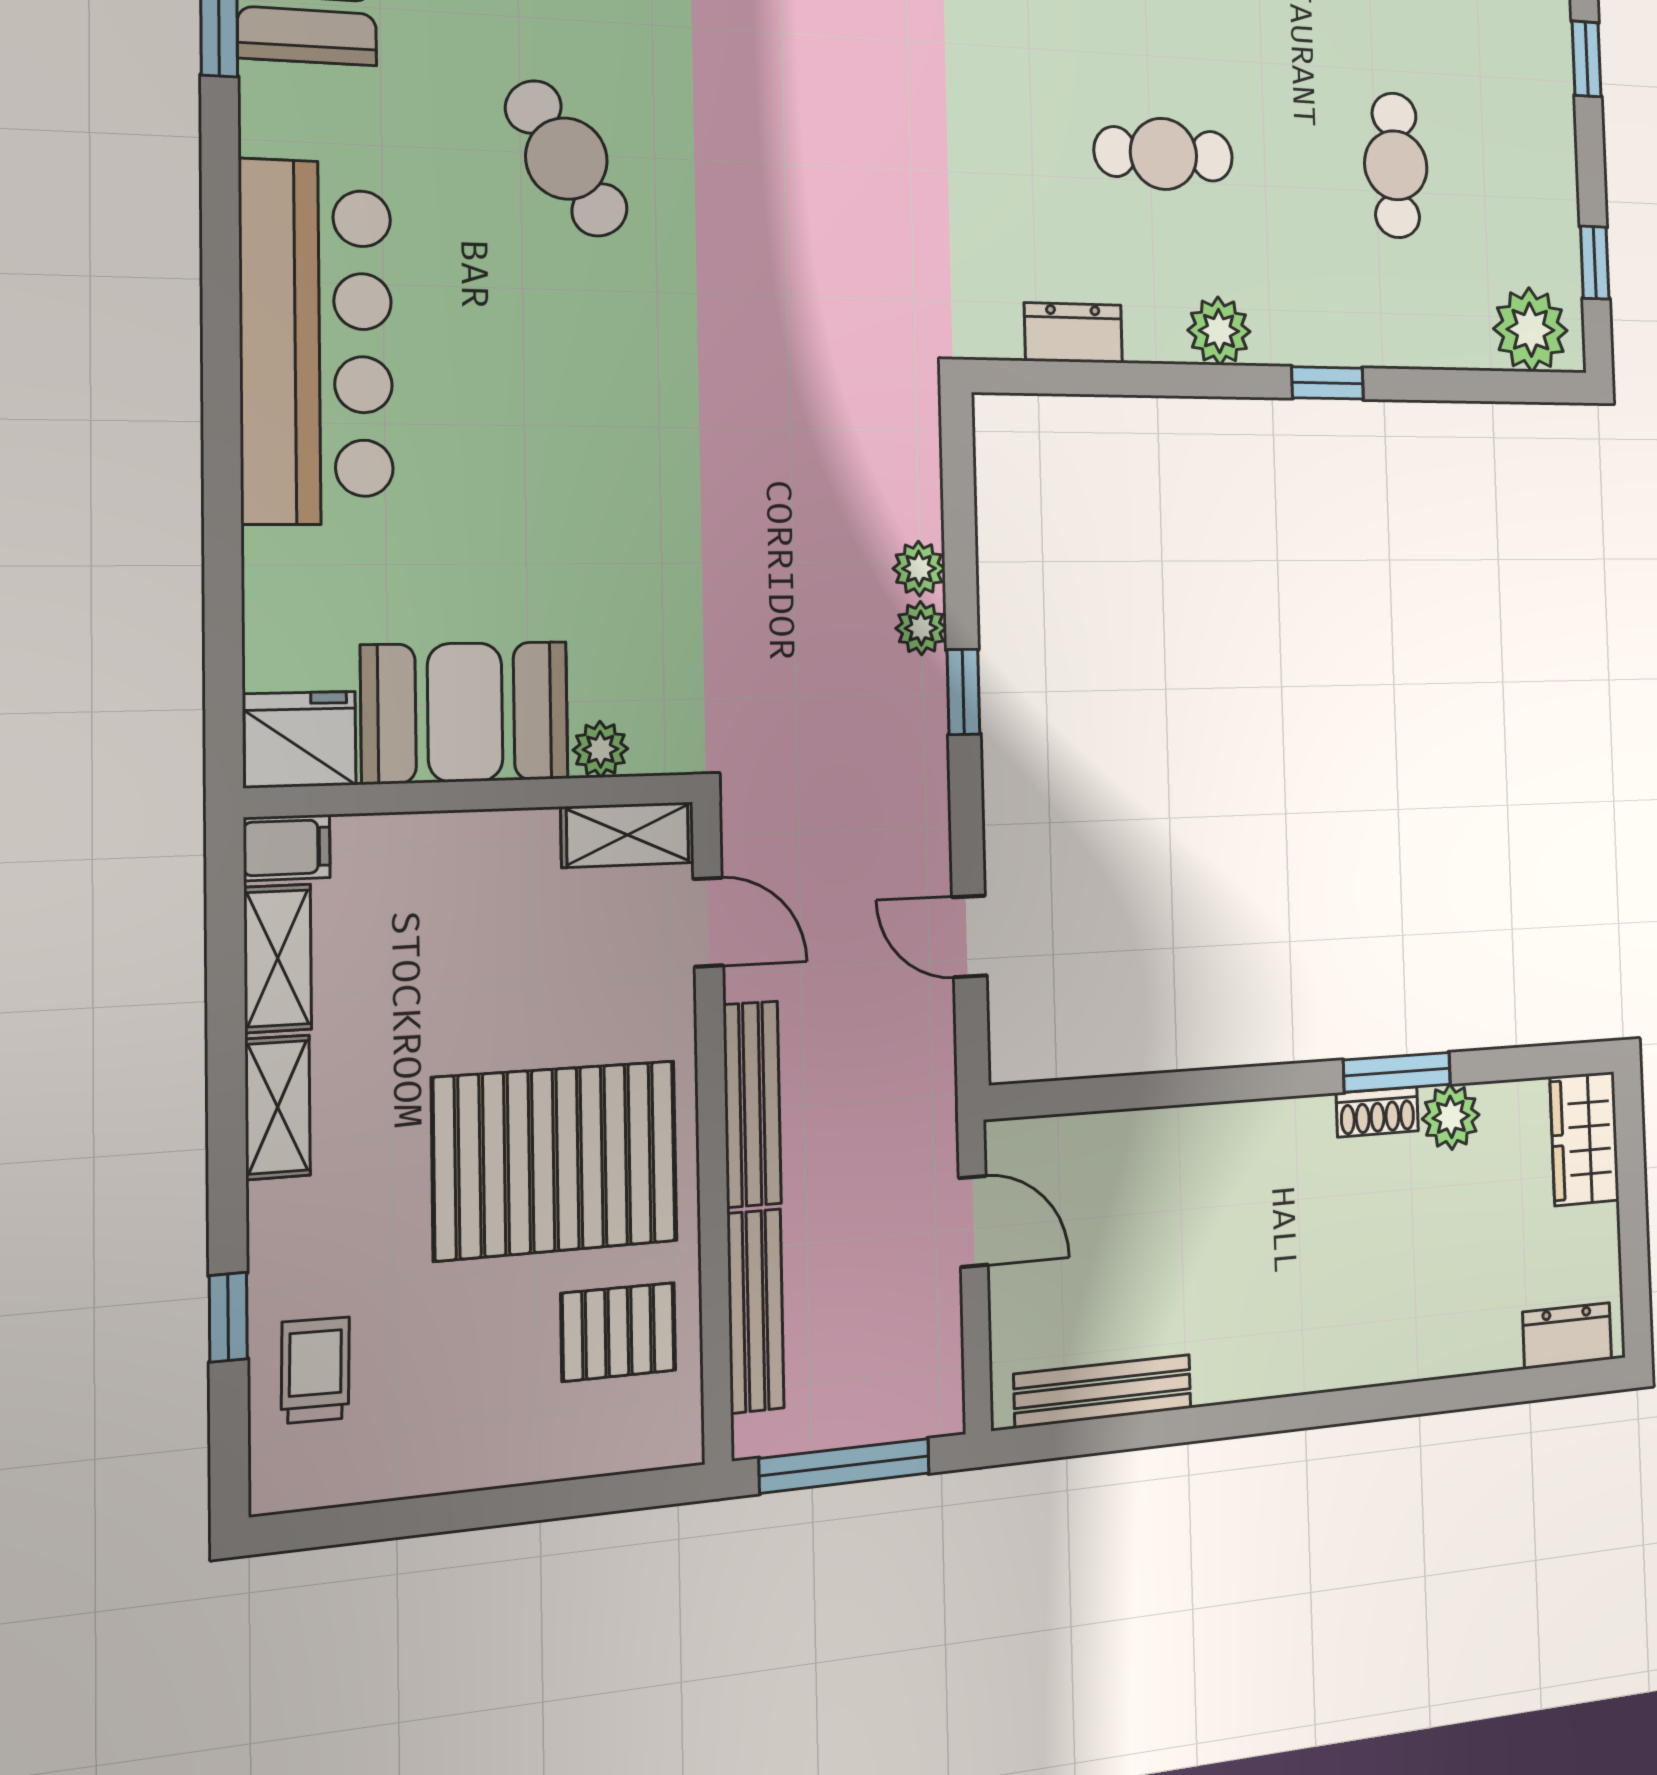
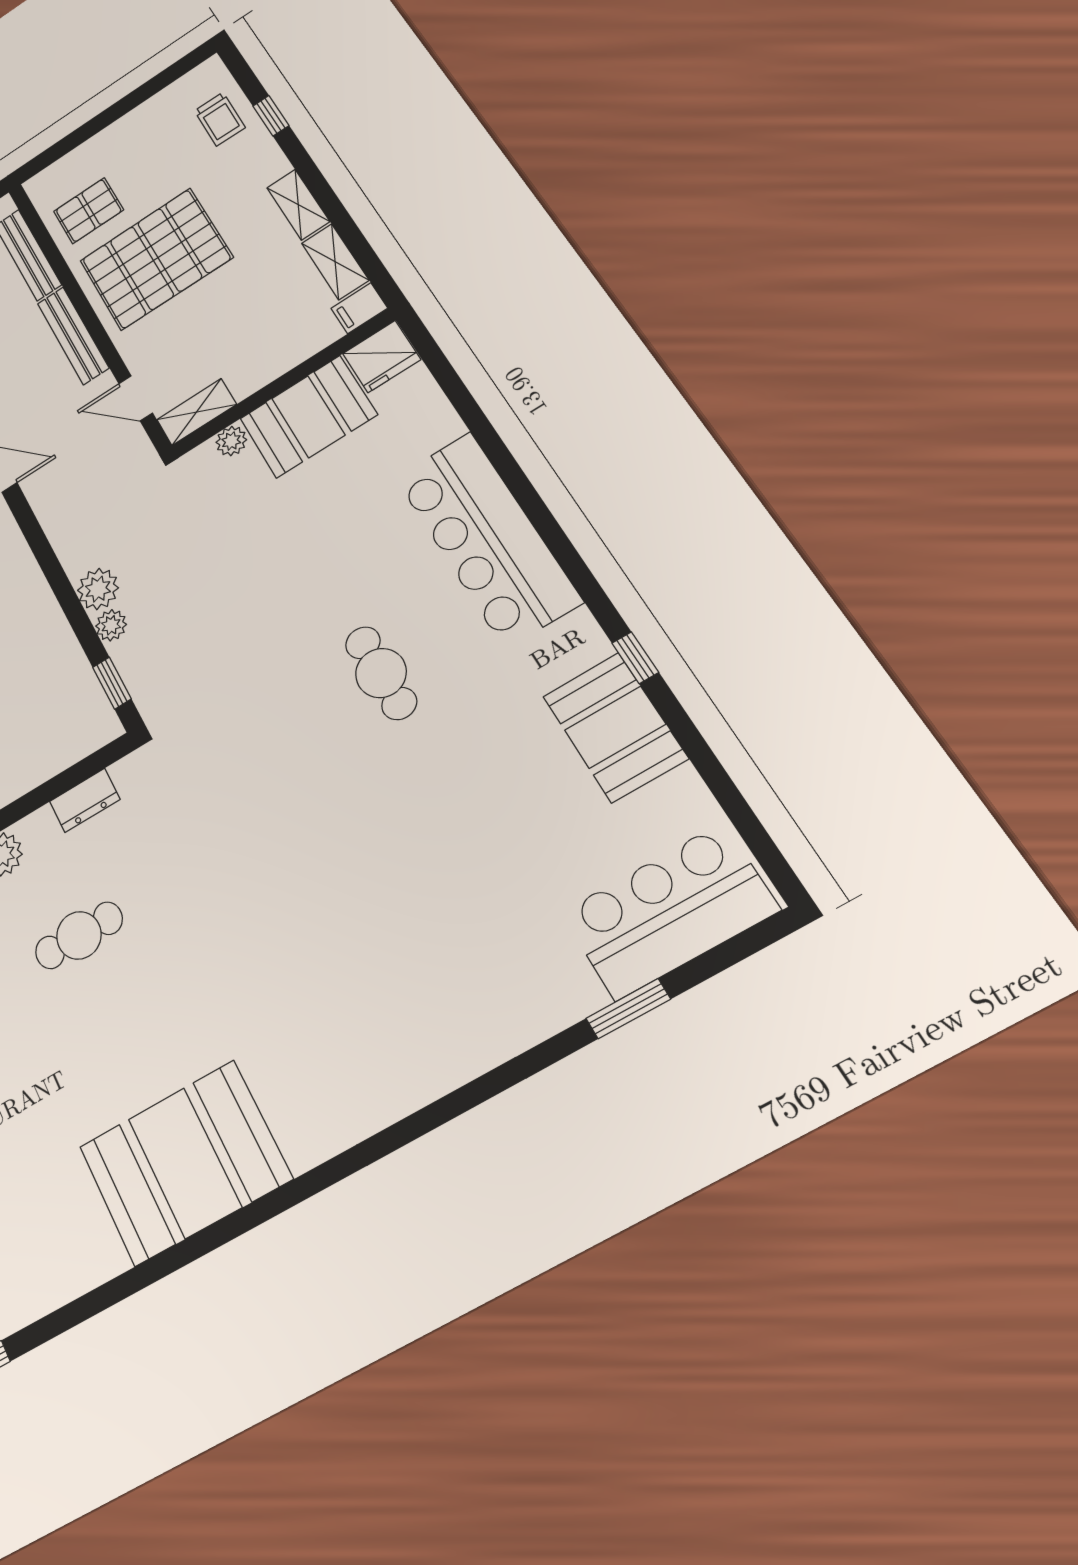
cafe table: (566, 159) -> (381, 673), moved, turned 33
plant: (921, 628) -> (98, 589), width x1.38, depth x1.38
window: (963, 692) -> (112, 683), moved

